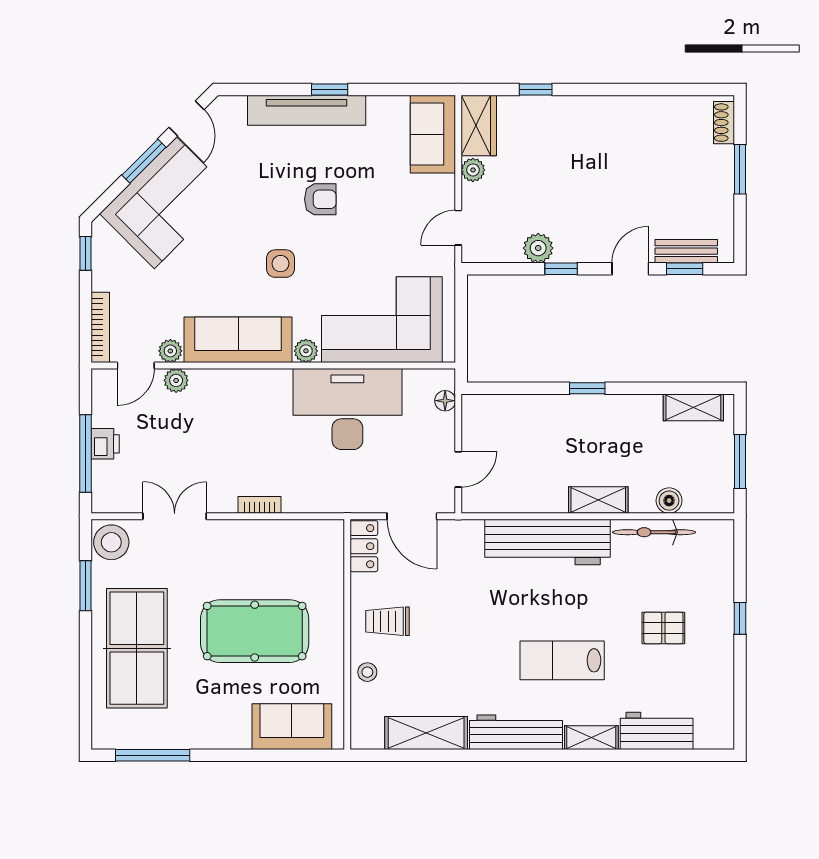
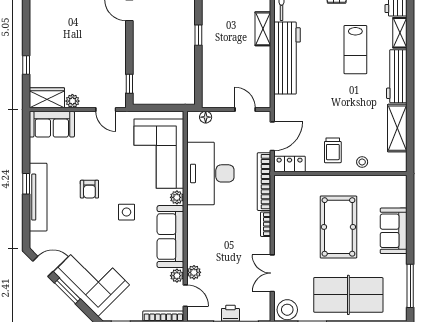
armchair: (320, 199) -> (89, 189), turned 180
plant: (538, 248) -> (118, 63), removed
window: (561, 269) -> (129, 84), moved
bookcase: (333, 502) -> (264, 182), added
sofa: (292, 727) -> (394, 231), moved

